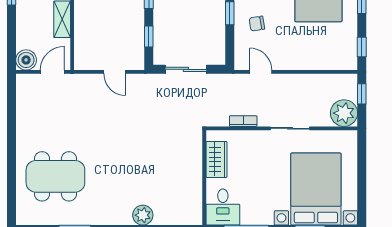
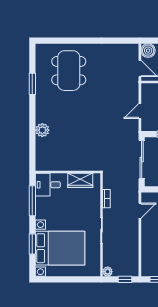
sliding door: (186, 69) -> (142, 160), width x1.37
plant: (344, 113) -> (108, 272), width x0.53, depth x0.53

